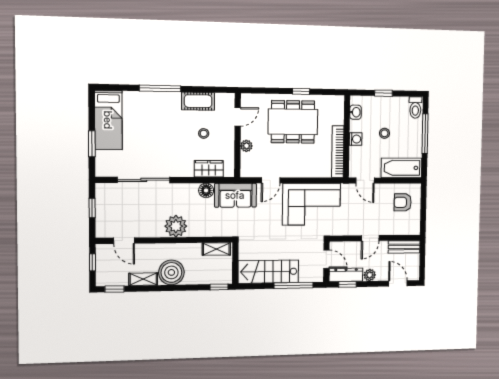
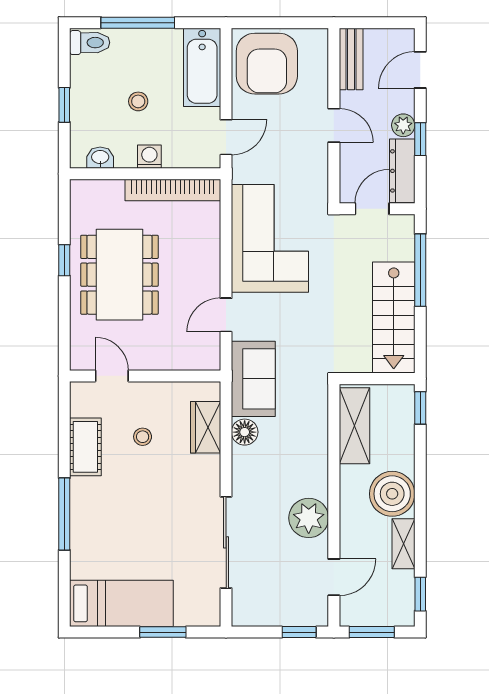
plant: (246, 146) -> (164, 360), removed
door: (271, 180) -> (226, 315), swing flipped
armchair: (403, 202) -> (267, 64), width x1.88, depth x1.88
window: (92, 208) -> (299, 632), moved
plant: (176, 226) -> (309, 518), moved
shelving: (216, 249) -> (354, 426), width x1.50, depth x1.33
window: (92, 262) -> (372, 632), width x1.50
window: (347, 284) -> (420, 139), moved

